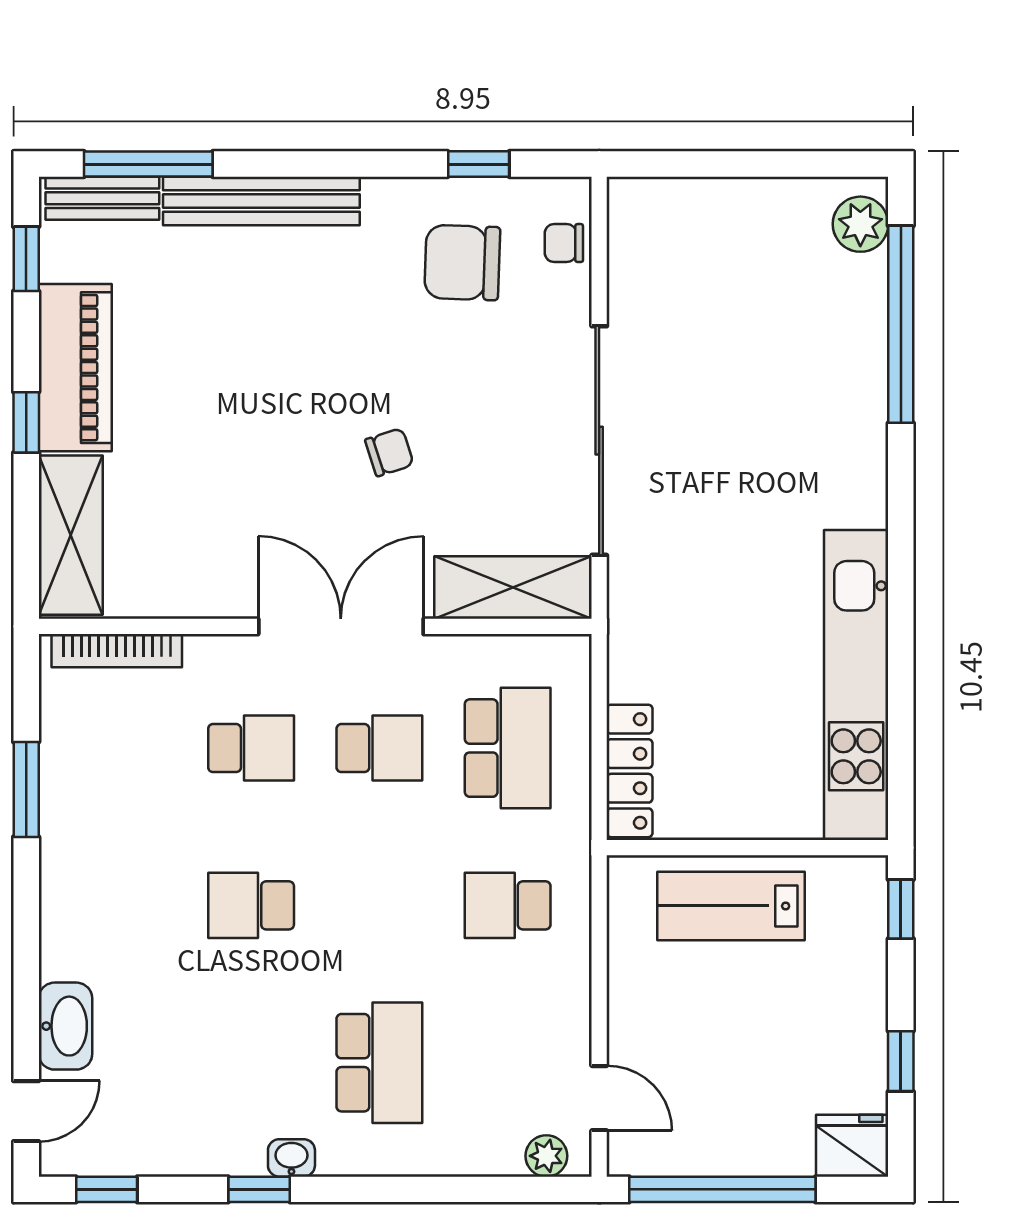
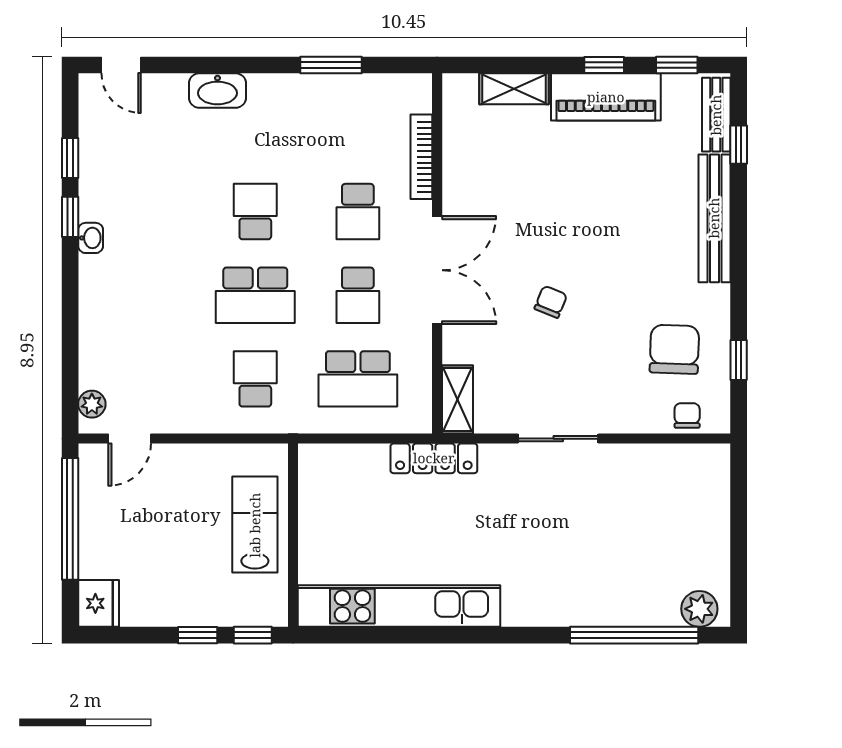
window: (148, 164) -> (739, 145), width x0.46
window: (26, 422) -> (604, 65), moved
sliding door: (599, 441) -> (558, 439), width x0.54
chair: (389, 452) -> (551, 302), turned -140
shelving: (71, 535) -> (514, 89), width x0.67, depth x0.75
shelving: (513, 587) -> (457, 399), width x0.67, depth x0.75
bookcase: (117, 651) -> (421, 157), moved
locker: (630, 771) -> (434, 458), moved
washbasin: (65, 1026) -> (217, 91), moved
window: (901, 1061) -> (198, 635), moved
school desk: (379, 1063) -> (255, 295), moved
window: (107, 1189) -> (70, 158), moved

